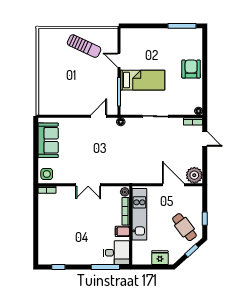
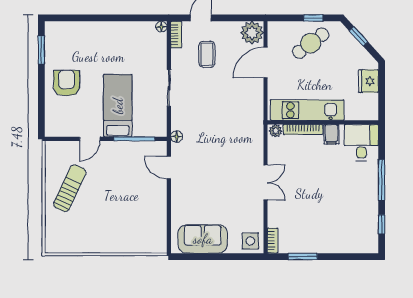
window: (182, 26) -> (41, 50), width x0.69
armchair: (191, 69) -> (67, 83), moved, turned 90
coffee table: (179, 143) -> (207, 54), added
window: (36, 211) -> (303, 257), added
cafe table: (184, 227) -> (311, 43), moved
window: (105, 267) -> (382, 180), moved

